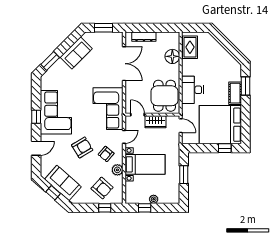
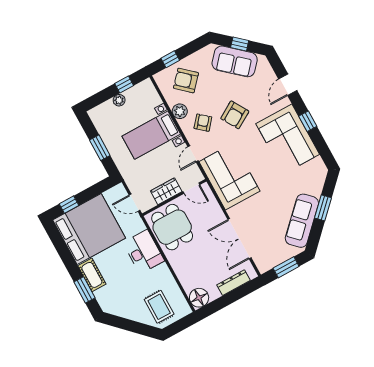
rug: (190, 47) -> (159, 307), moved
sofa: (76, 53) -> (302, 221), width x1.36
floor lamp: (172, 56) -> (199, 298), moved
window: (50, 61) -> (323, 208), moved

